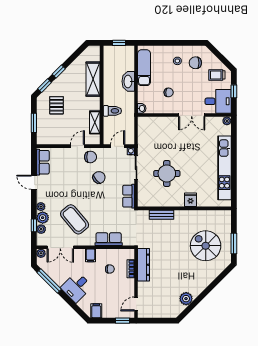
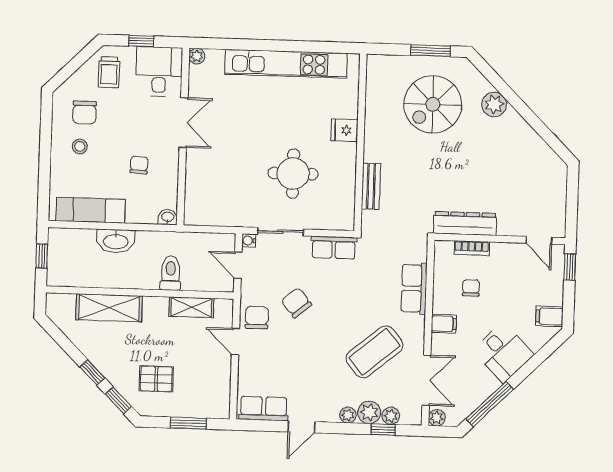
plant: (186, 299) -> (494, 104), moved

